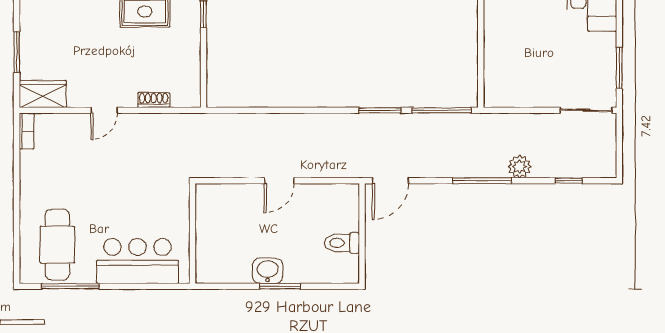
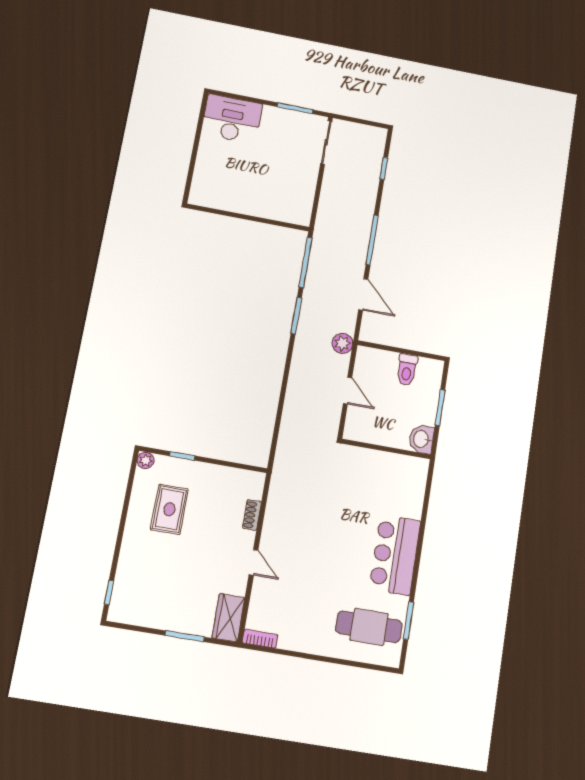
plant: (520, 167) -> (342, 343), moved
door: (279, 181) -> (348, 391), moved
door: (390, 181) -> (363, 294), moved
wall: (193, 233) -> (386, 449), moved
window: (71, 286) -> (408, 621), width x0.69
window: (280, 286) -> (440, 408), moved

